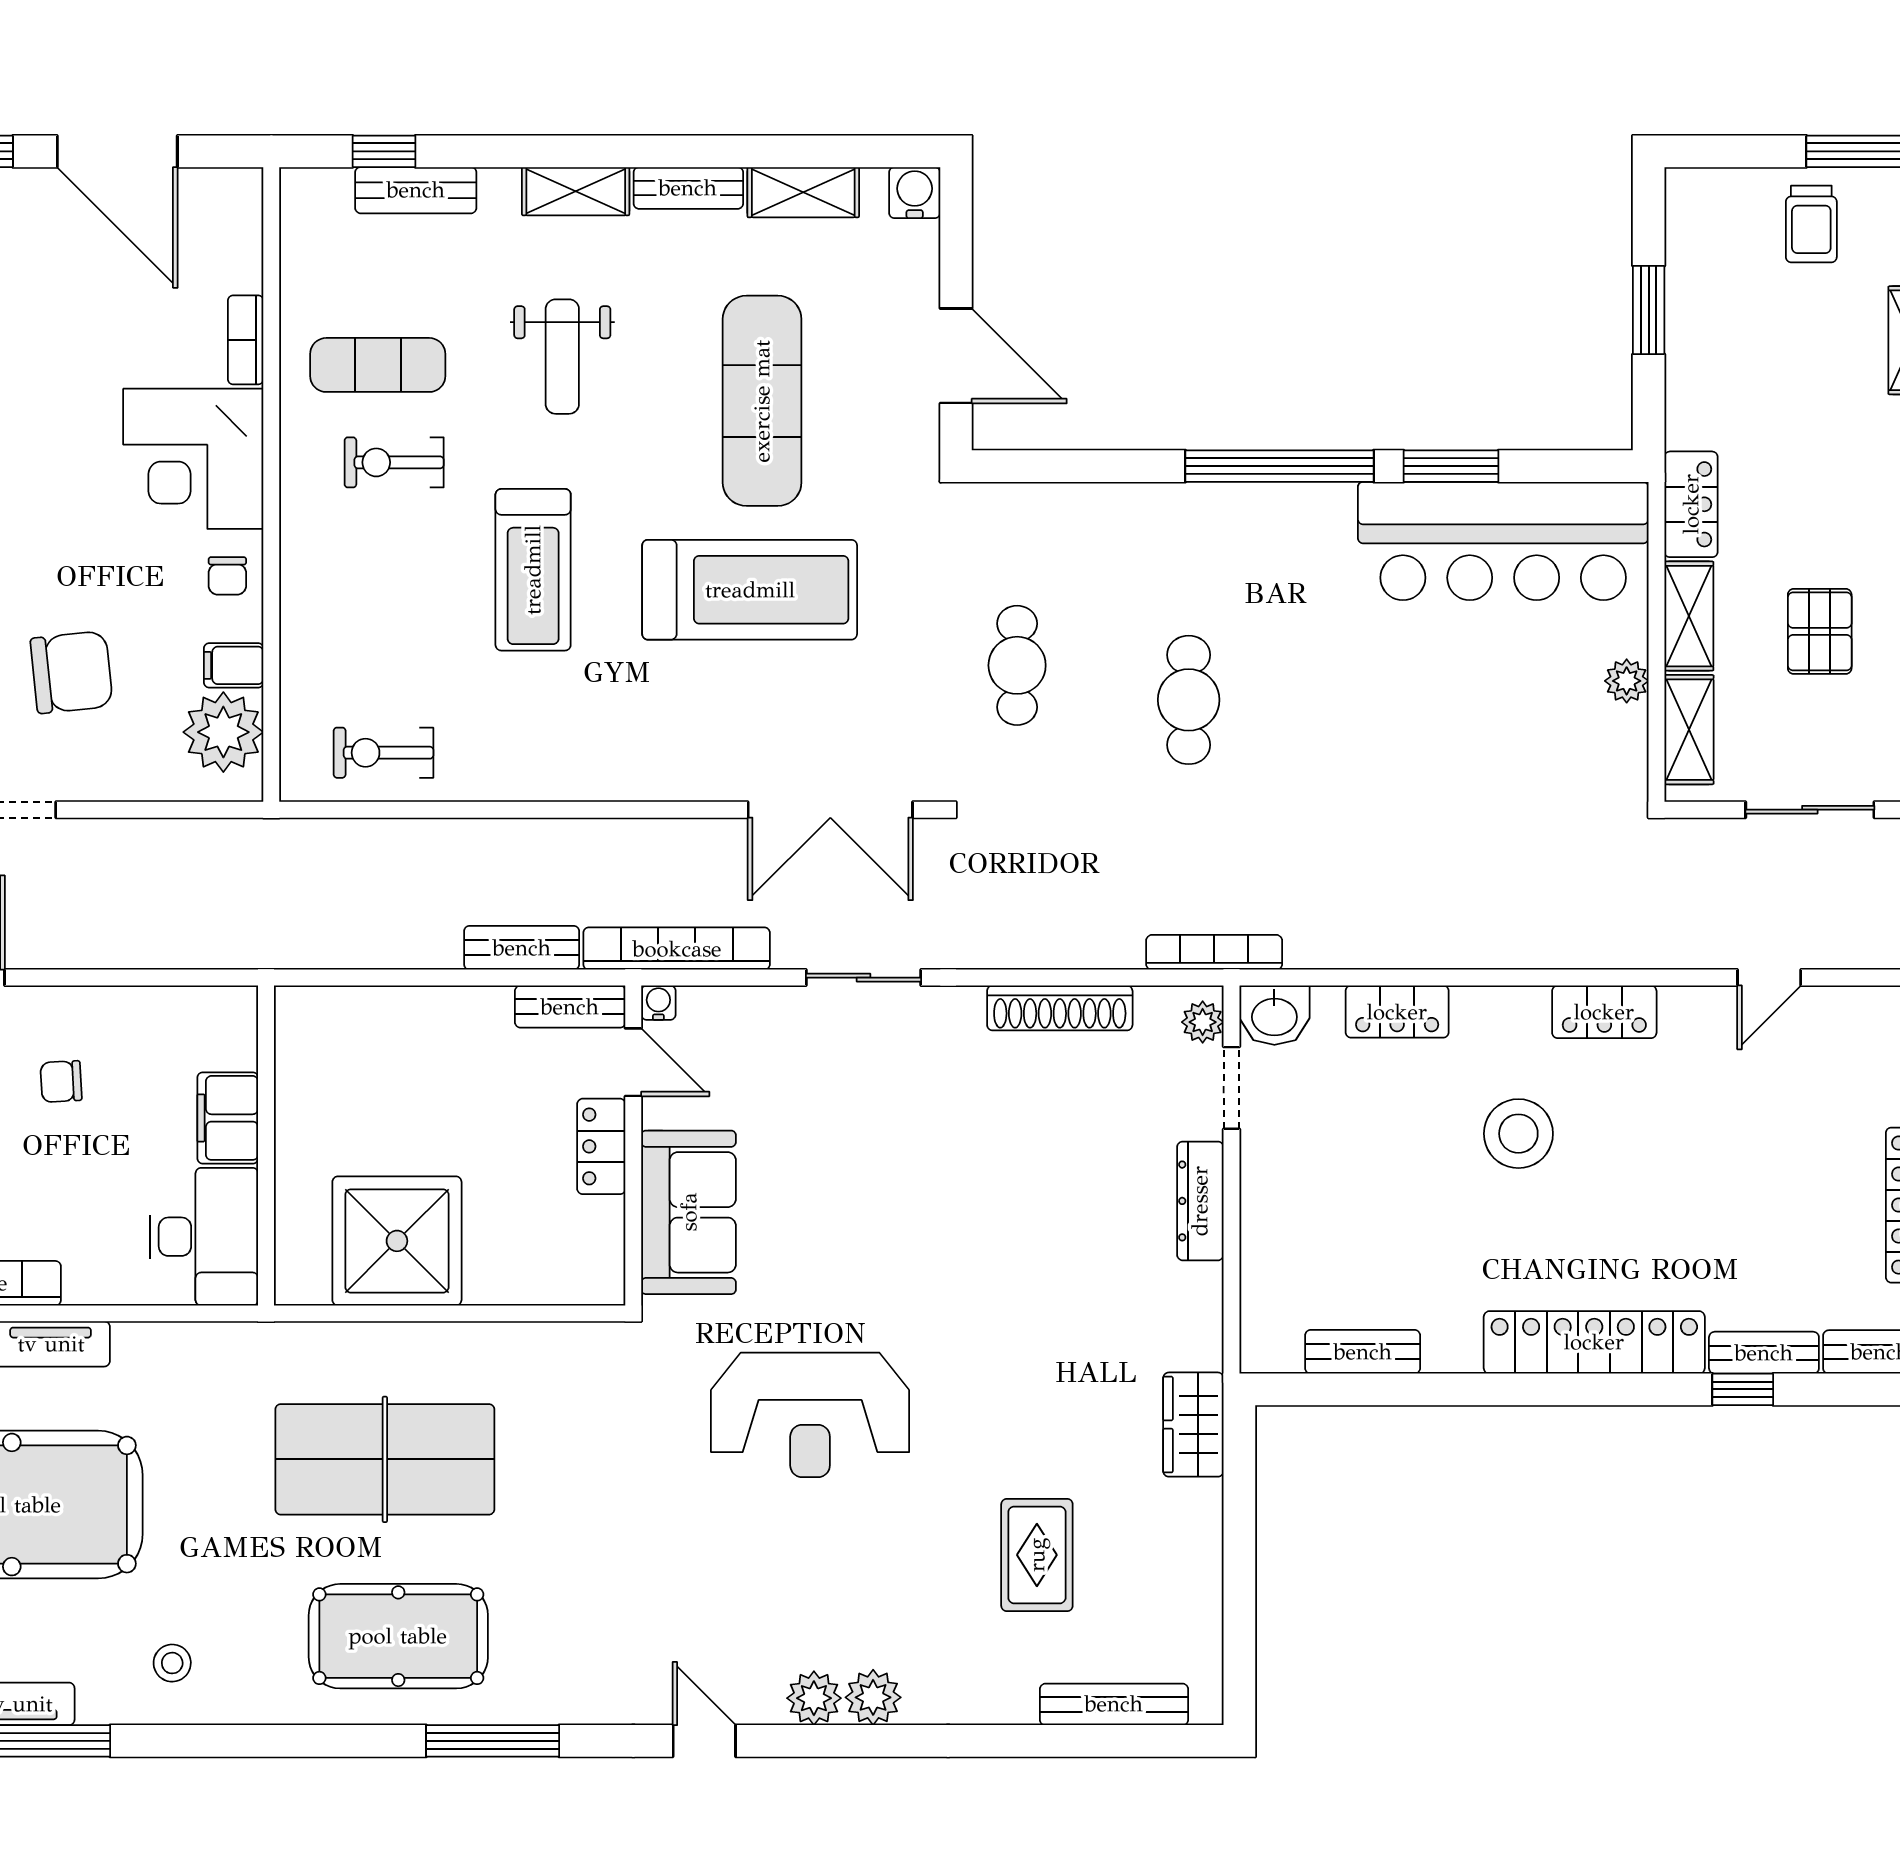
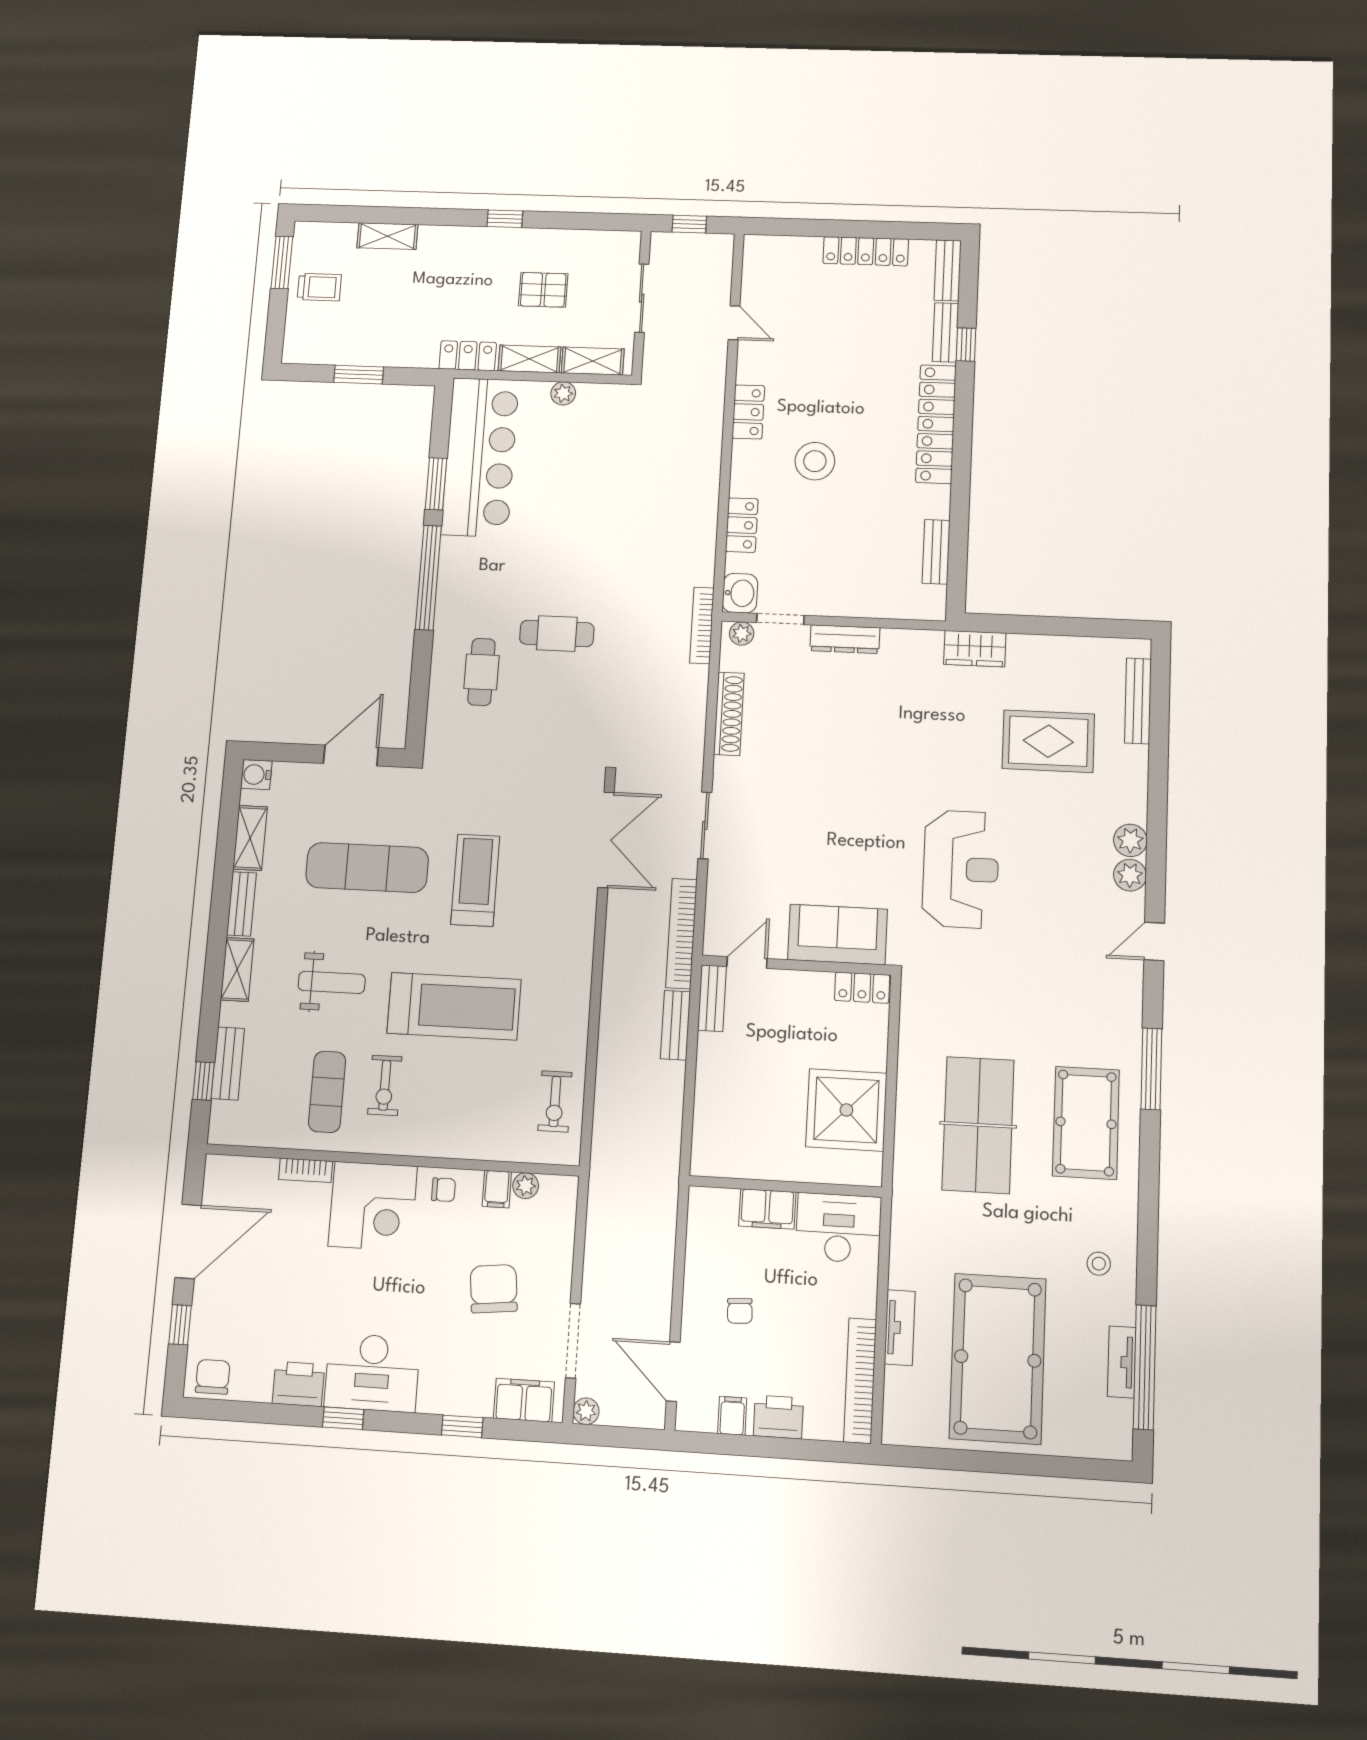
treadmill: (533, 570) -> (454, 1006), width x1.37, depth x1.38
treadmill: (750, 590) -> (475, 880), width x0.73, depth x0.73
cafe table: (1017, 665) -> (481, 672), moved, turned 90
plant: (223, 732) -> (526, 1186), width x0.53, depth x0.53
water cooler: (658, 1003) -> (713, 946), removed
locker: (601, 1146) -> (862, 988), moved
rug: (1037, 1555) -> (1048, 741), width x1.36, depth x1.43

